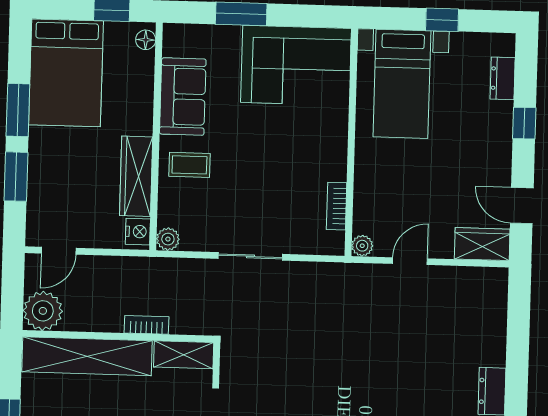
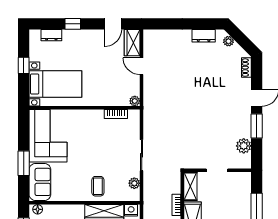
sofa: (183, 97) -> (40, 182), moved, turned 90
plant: (168, 239) -> (134, 183), moved
door: (410, 261) -> (142, 66), moved

